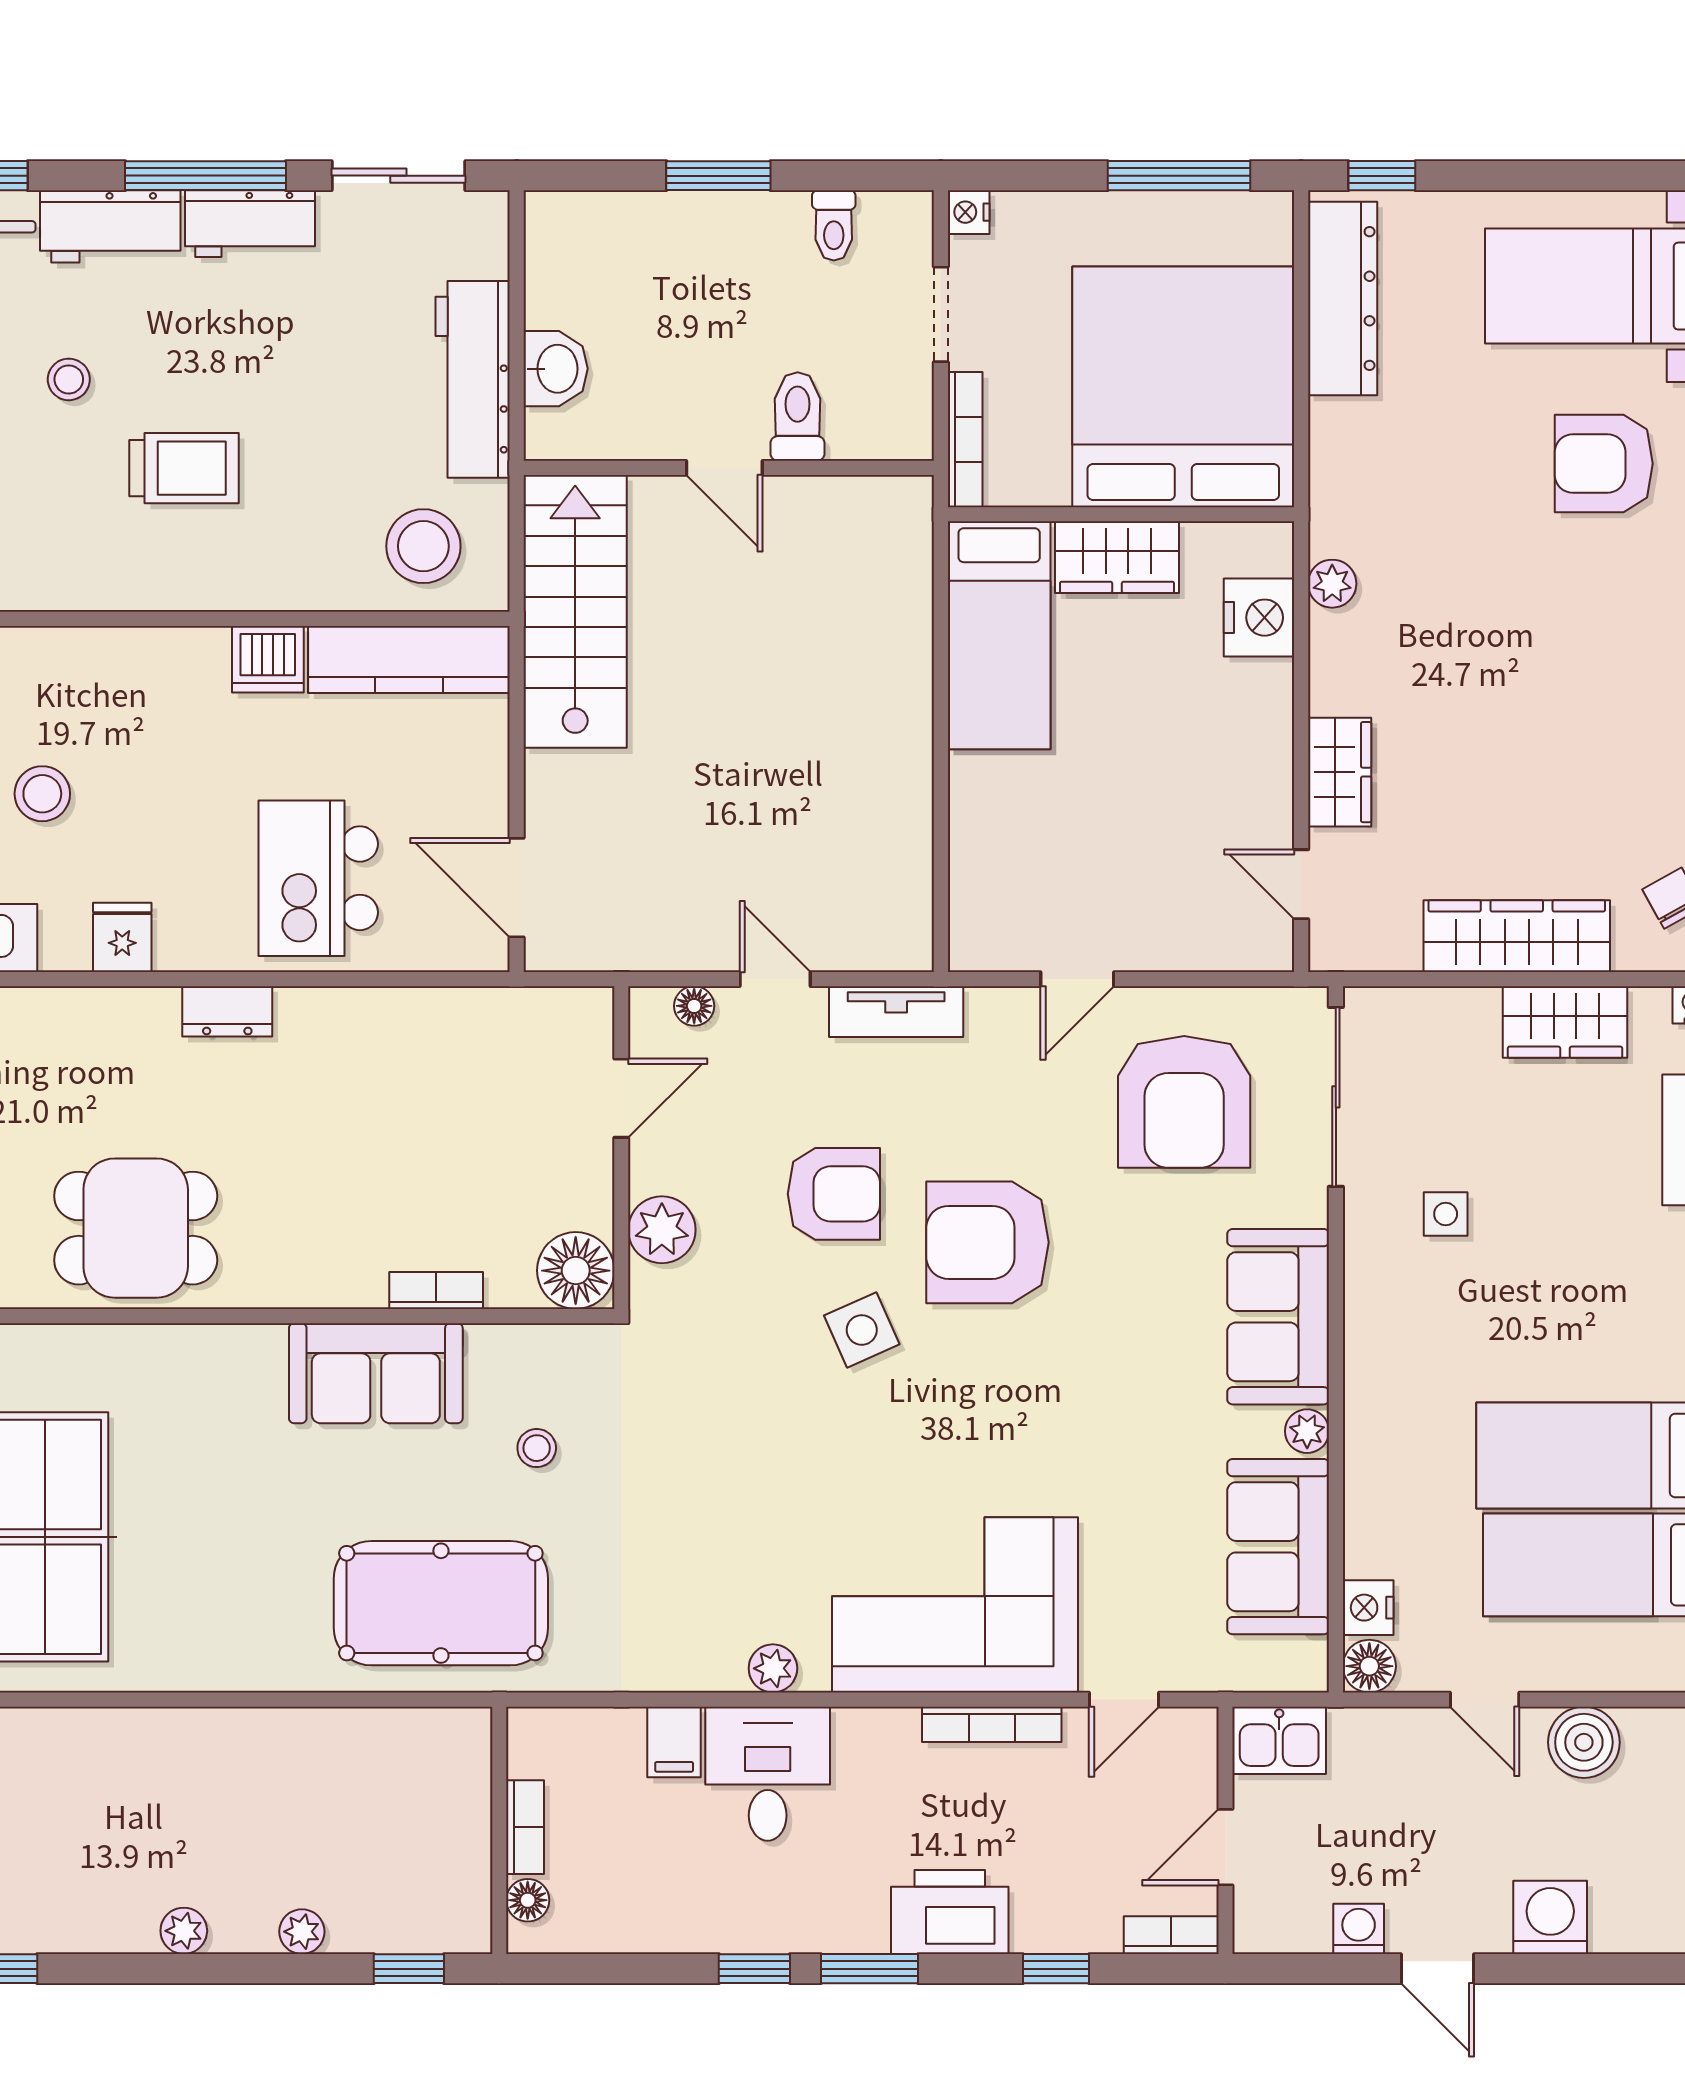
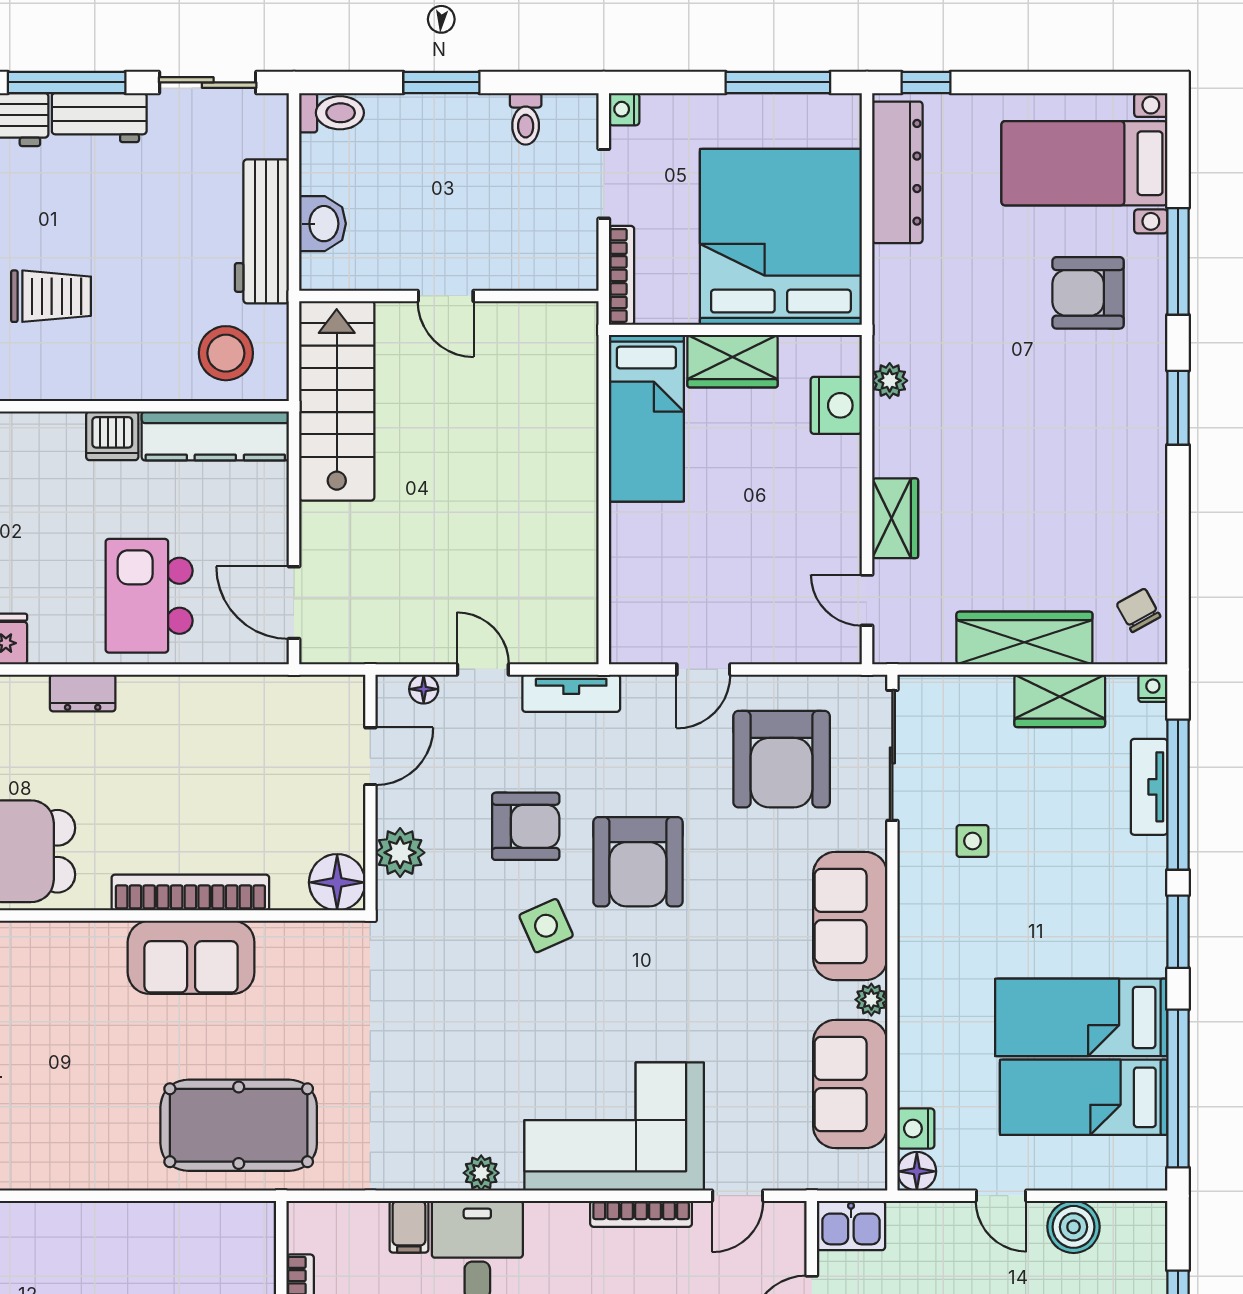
toilet: (798, 416) -> (331, 113), moved, turned 90
armchair: (988, 1242) -> (638, 862), turned -90
bookcase: (436, 1290) -> (190, 893), width x2.31, depth x1.31
stool: (537, 1448) -> (309, 1012), removed

